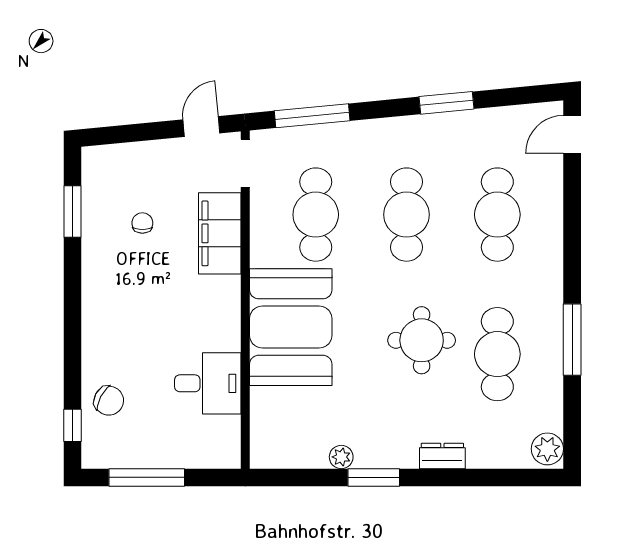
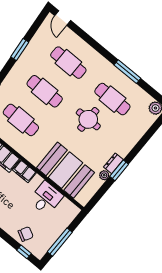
filing cabinet: (225, 301) -> (24, 171), added
booth: (291, 327) -> (66, 170), moved
dresser: (442, 456) -> (113, 163), moved

